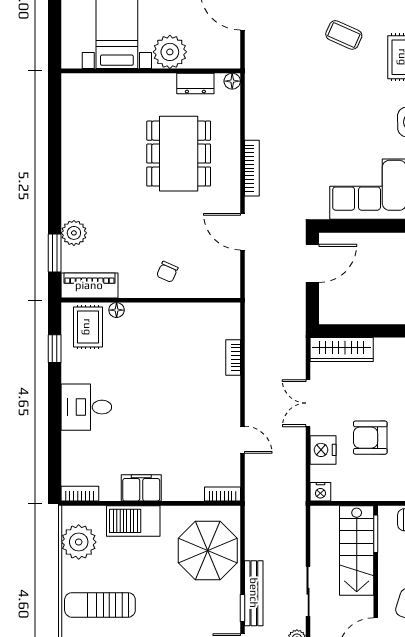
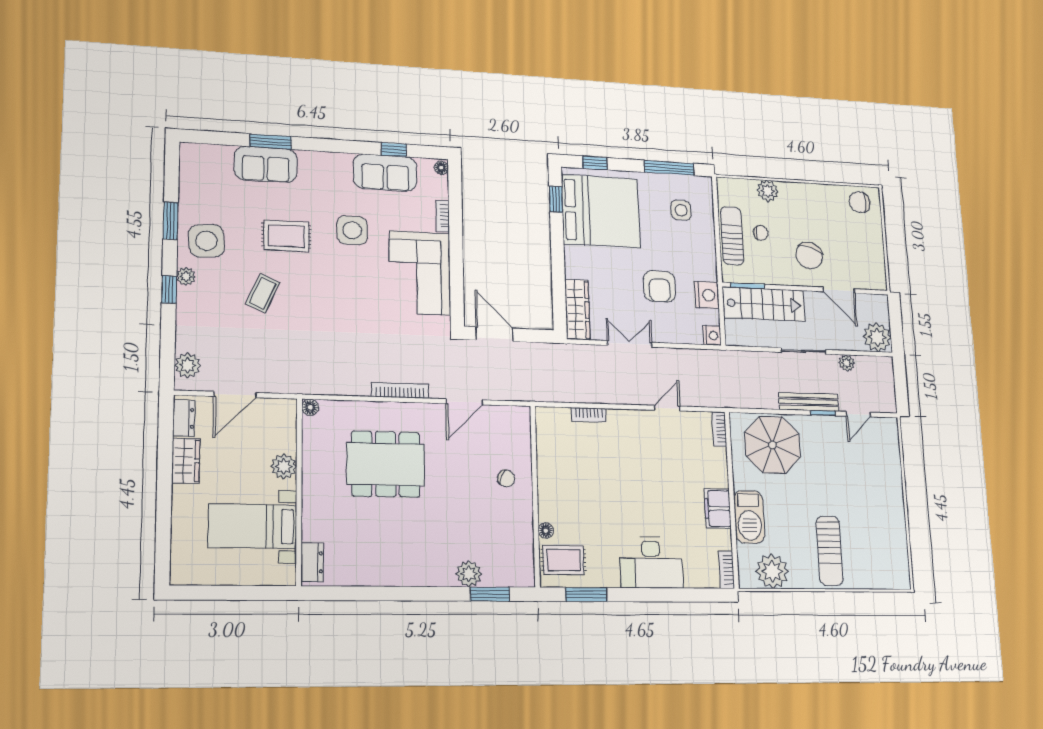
plant: (170, 52) -> (284, 466), width x0.73, depth x0.73
dresser: (195, 83) -> (312, 562), moved
piano: (89, 285) -> (522, 558), removed
window: (55, 349) -> (586, 595), width x1.50
double door: (308, 403) -> (630, 344), swing flipped
desk: (86, 407) -> (651, 563), width x1.37
nightstand: (323, 450) -> (707, 295), moved, turned -90

